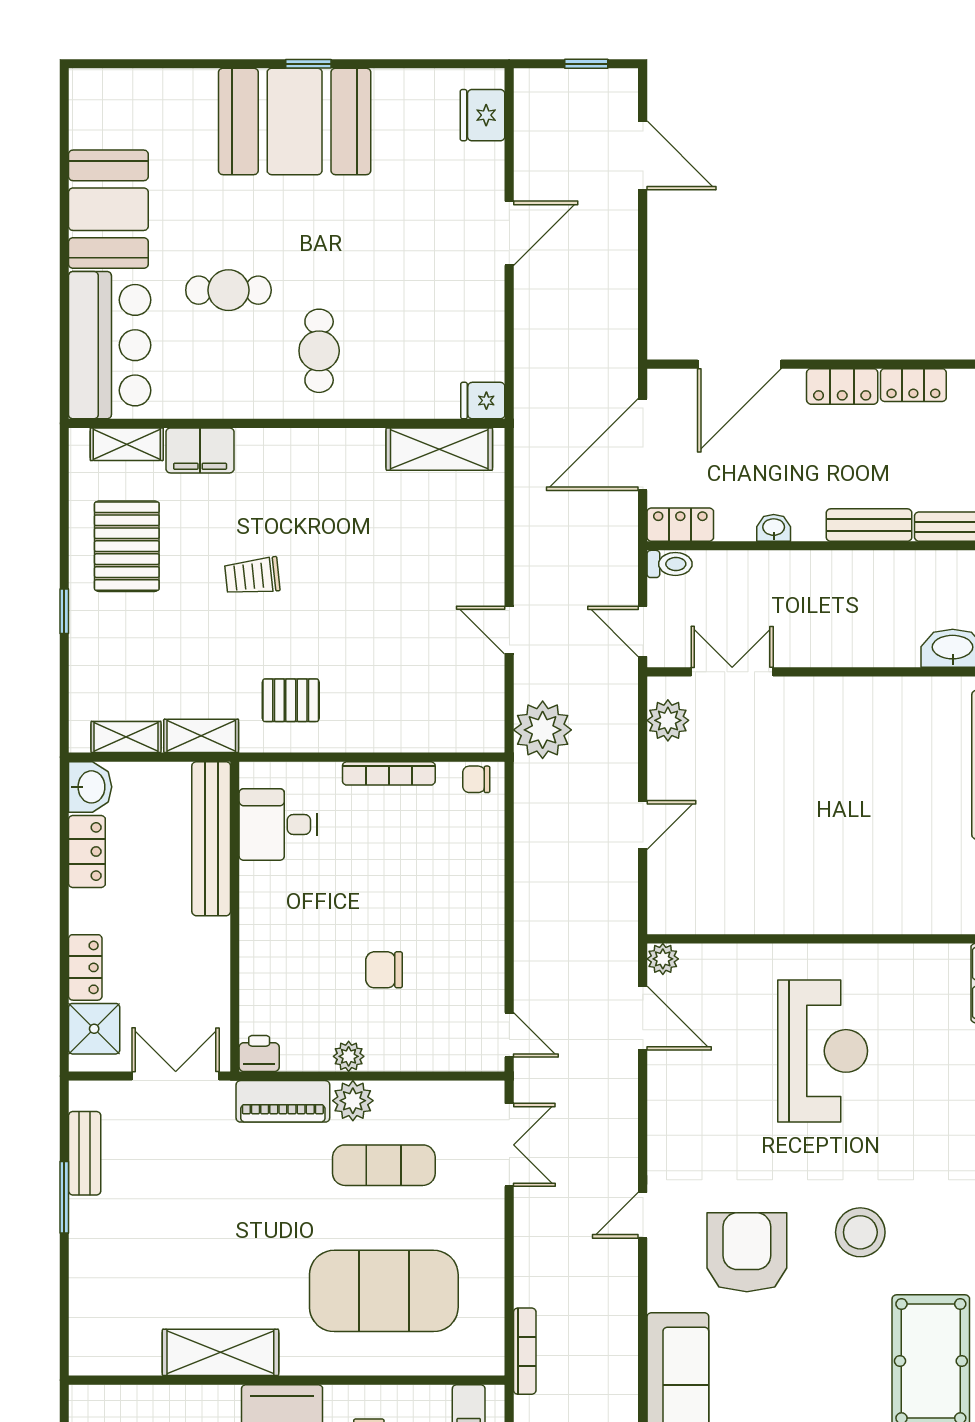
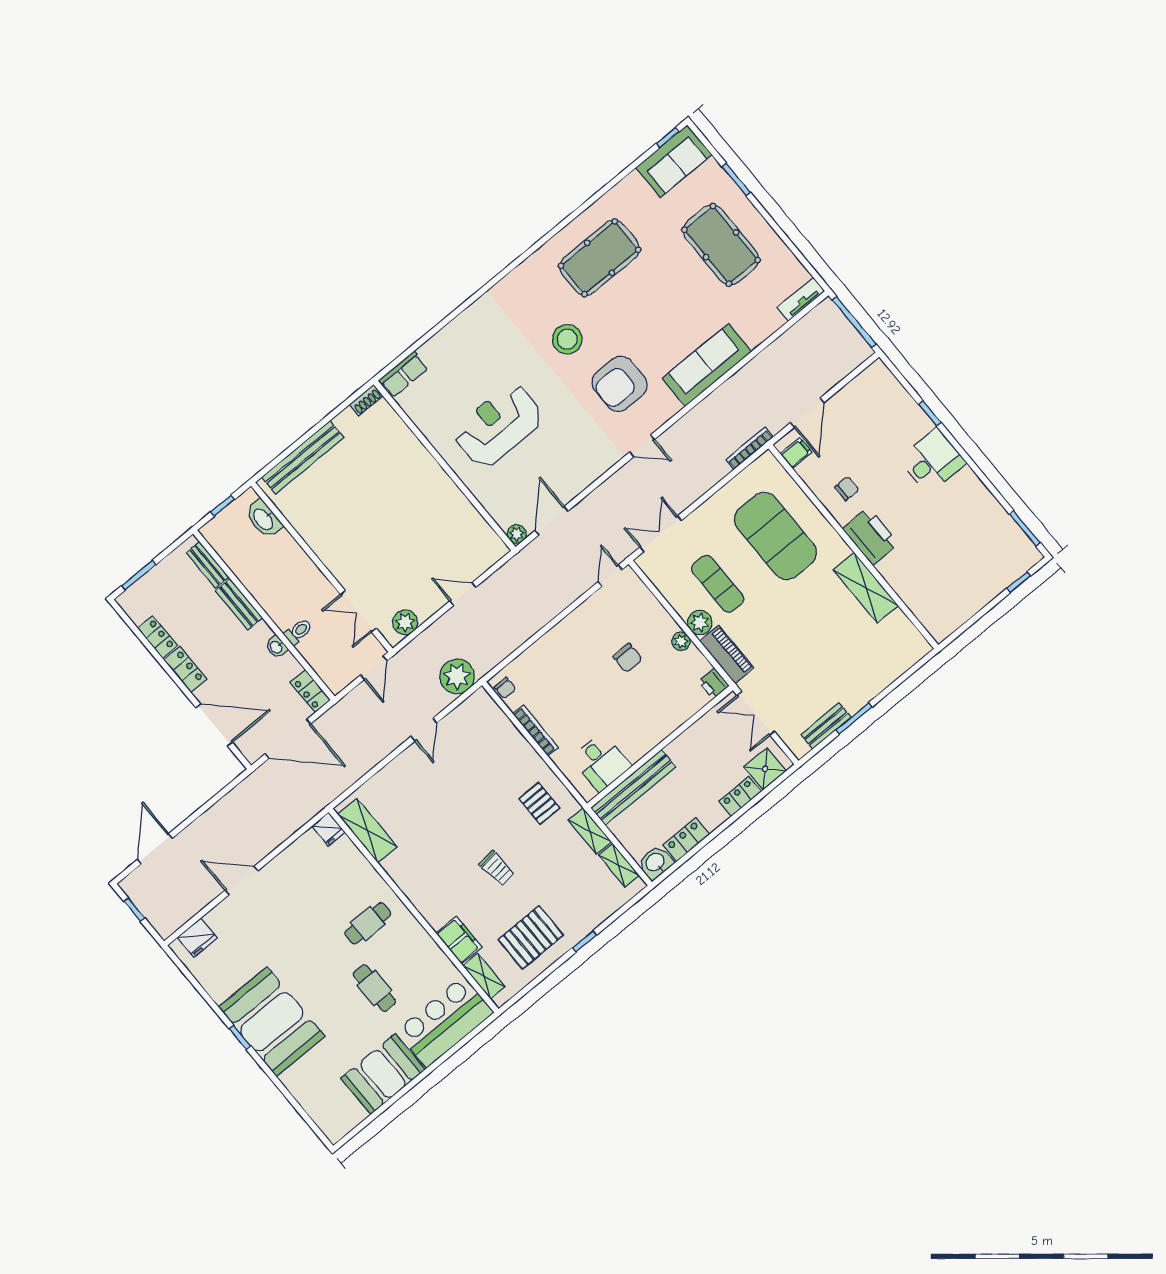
toilet: (670, 564) -> (298, 632), moved, turned 90

